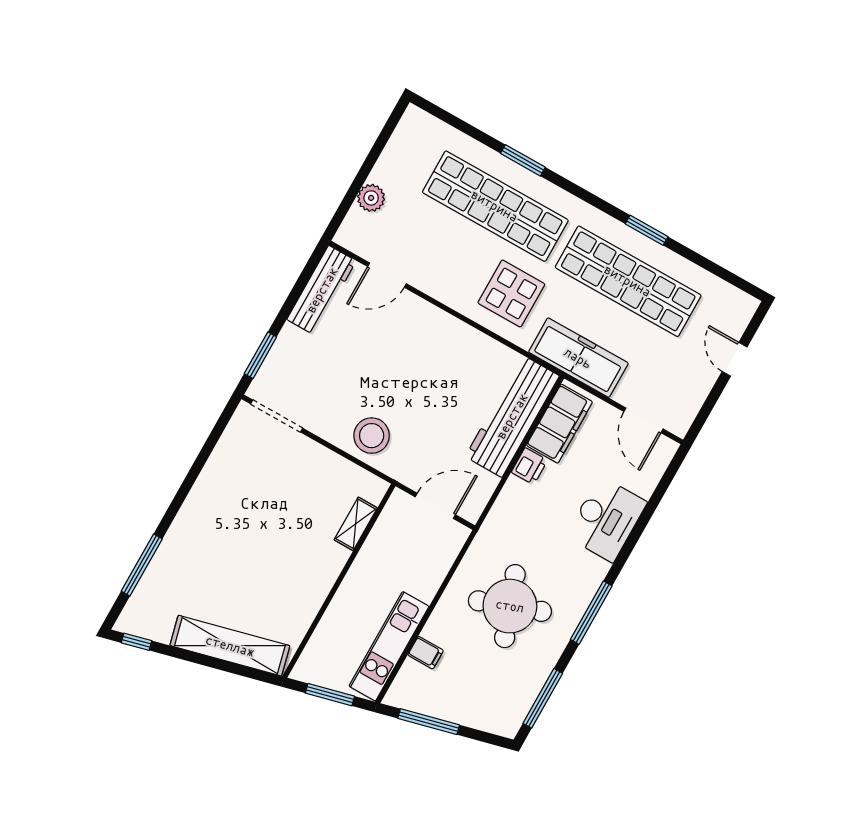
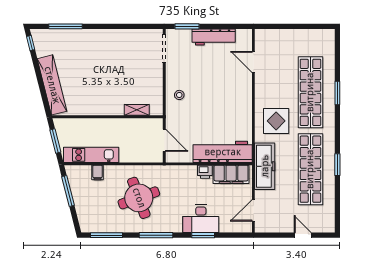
plant: (371, 198) -> (283, 36), removed
workbench: (322, 290) -> (214, 37), moved
door: (735, 359) -> (303, 235), hinge flipped
stool: (372, 436) -> (179, 95), width x0.53, depth x0.53
window: (637, 531) -> (203, 235), added

